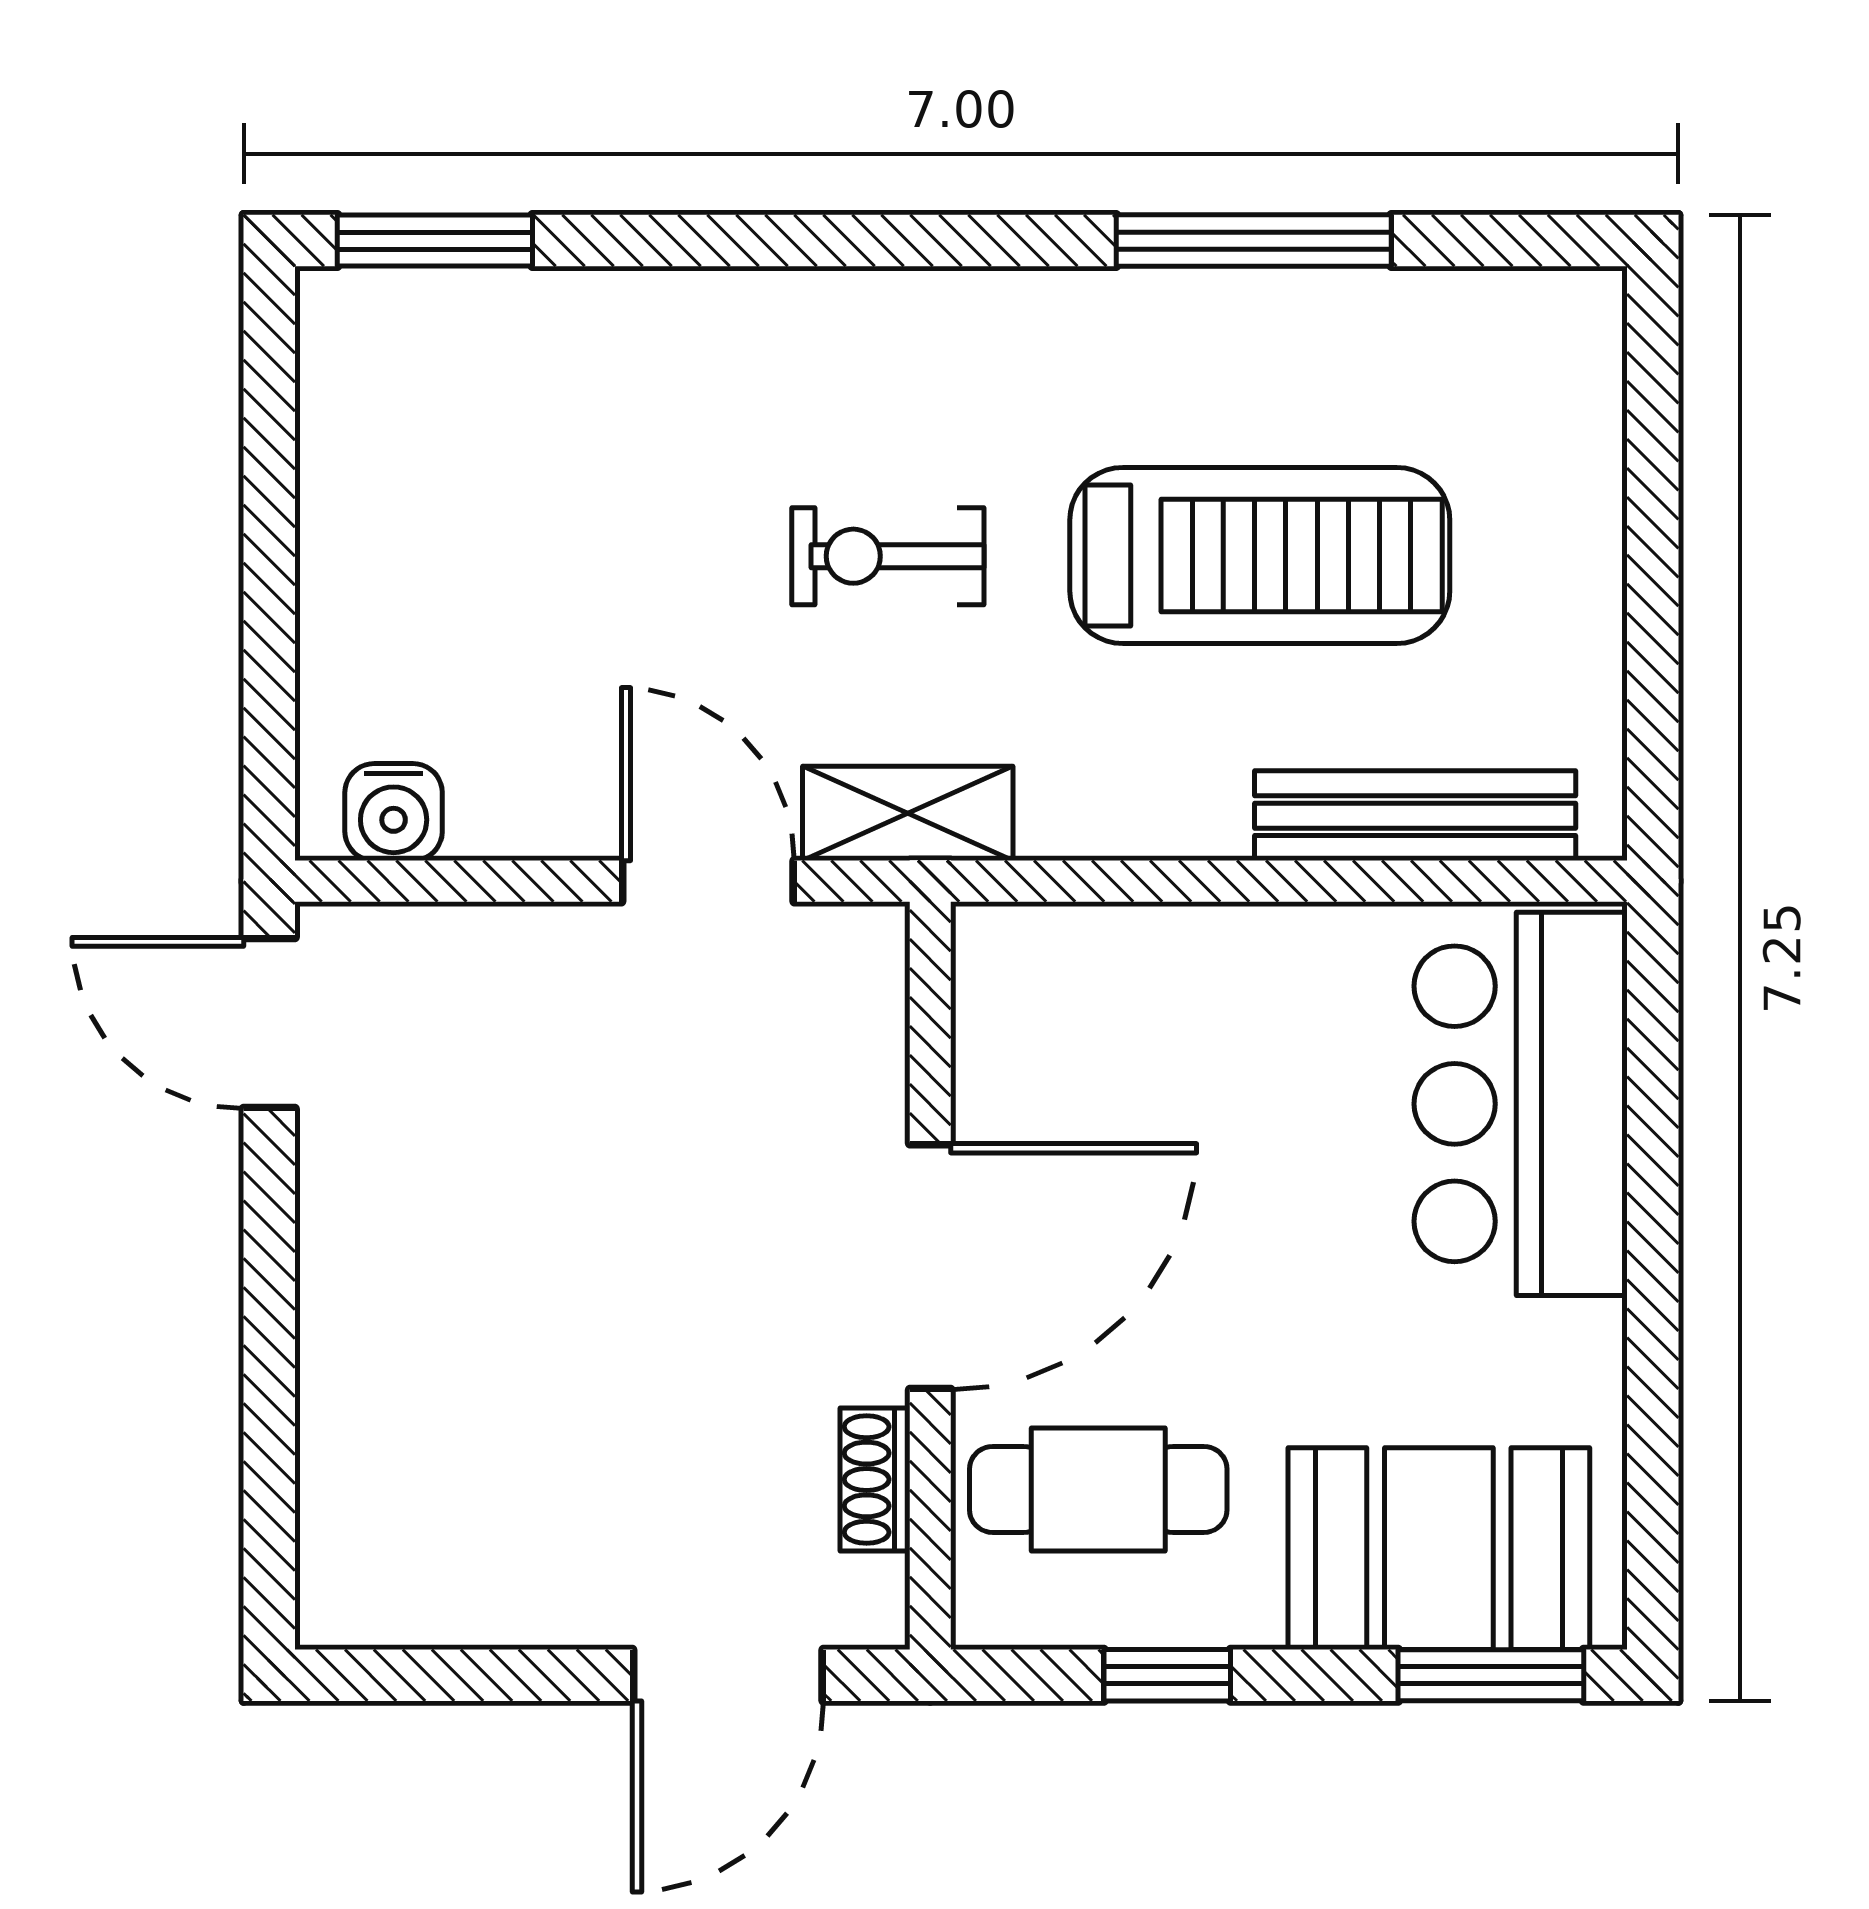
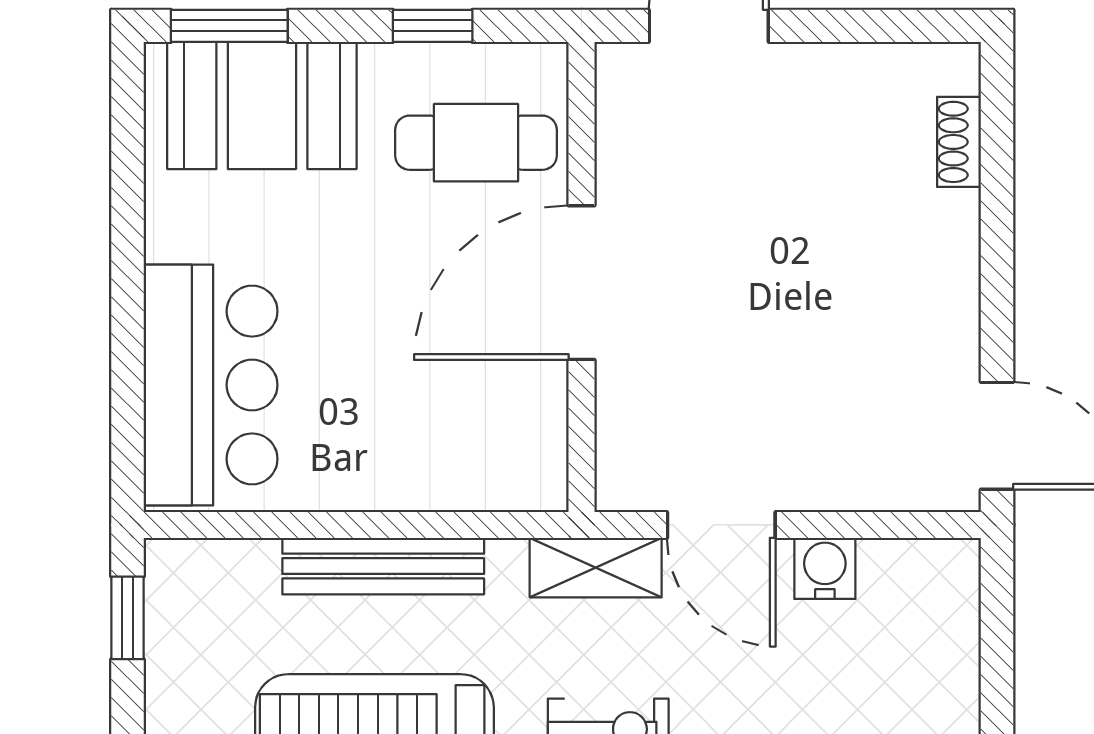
window: (1653, 733) -> (128, 618), added
water cooler: (394, 812) -> (825, 568), moved
bench: (1415, 816) -> (383, 566), moved
shoe rack: (875, 1479) -> (959, 142), moved, turned 180

